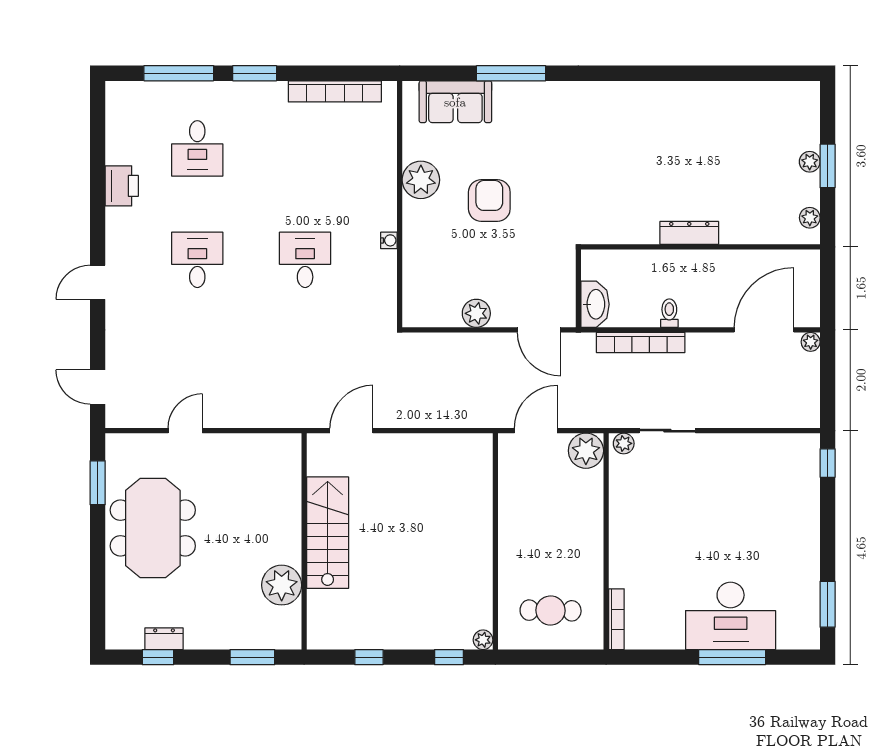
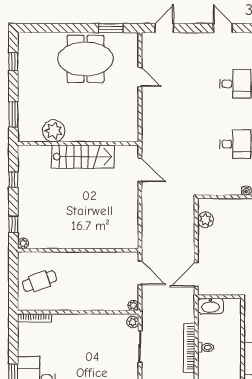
plant: (476, 313) -> (205, 220), moved
bookcase: (641, 342) -> (189, 348), moved
plant: (586, 451) -> (133, 306), width x0.53, depth x0.53
cafe table: (551, 610) -> (39, 281), turned 69
dresser: (164, 639) -> (24, 65), removed

